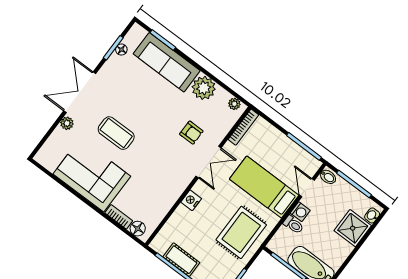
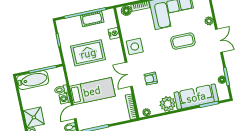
double door: (80, 92) -> (219, 41), width x0.73
side table: (171, 183) -> (135, 47), added
door: (307, 188) -> (74, 112), swing flipped
nightstand: (191, 200) -> (114, 33), moved
rug: (241, 232) -> (88, 53), moved, turned 90

